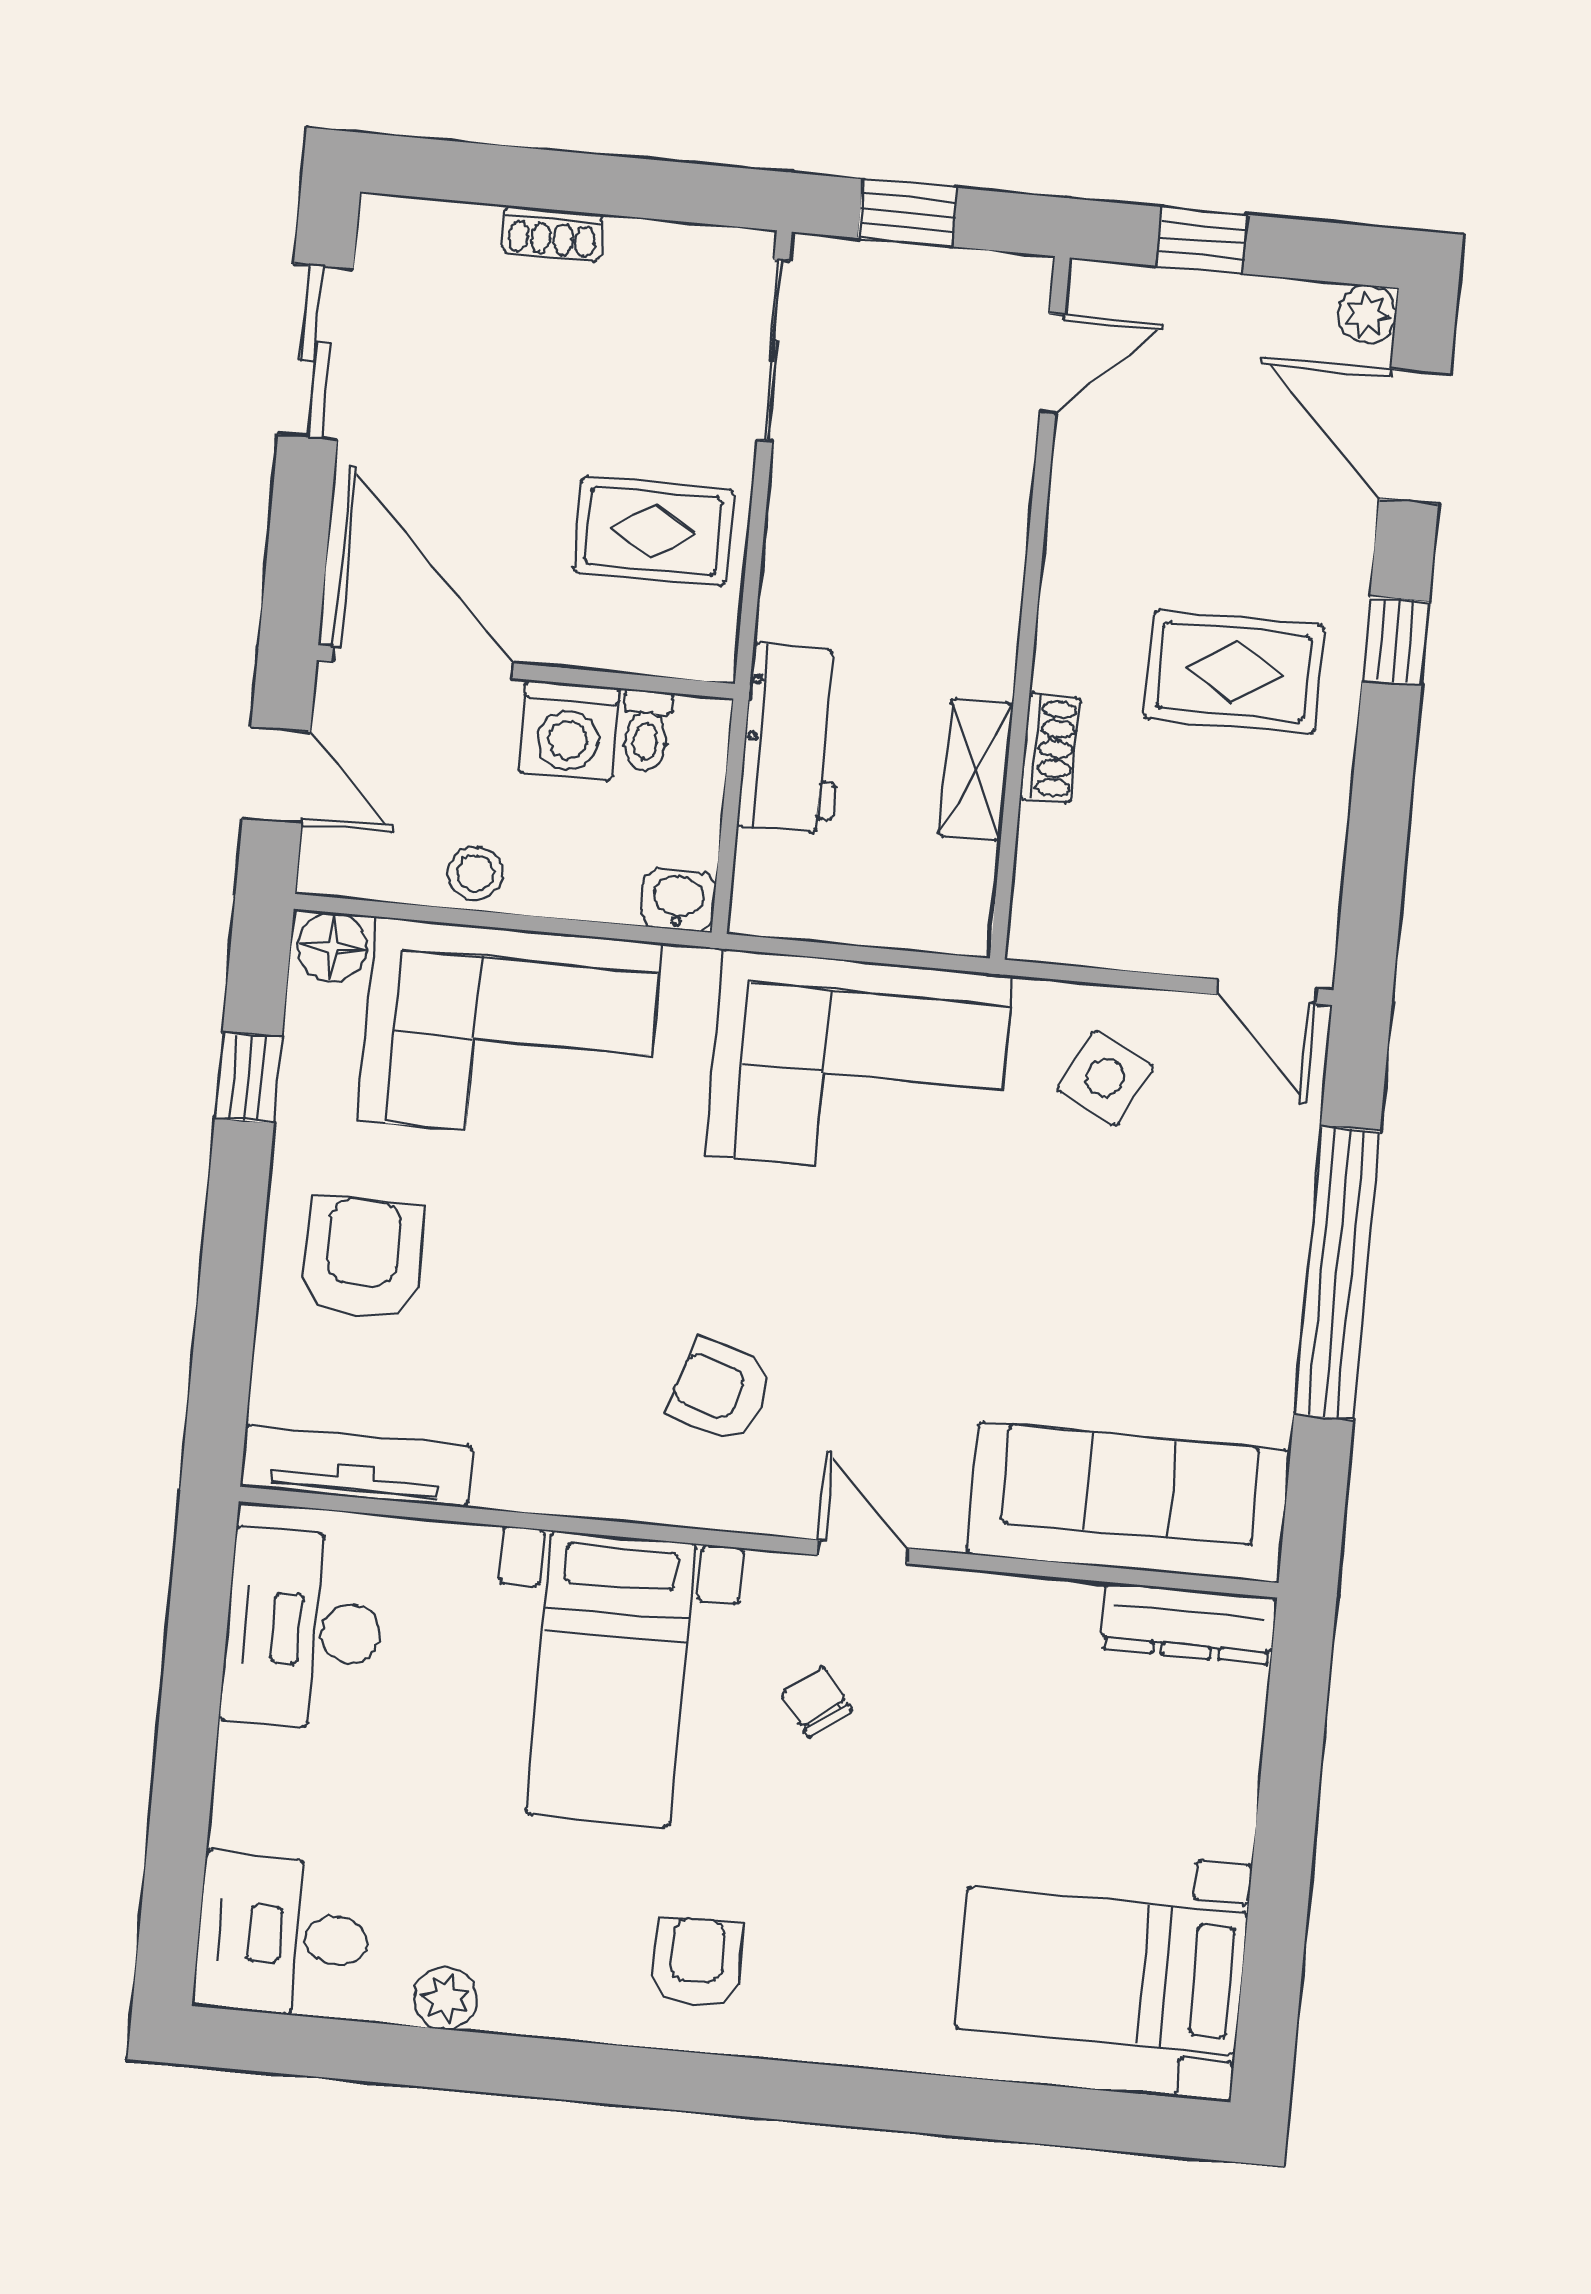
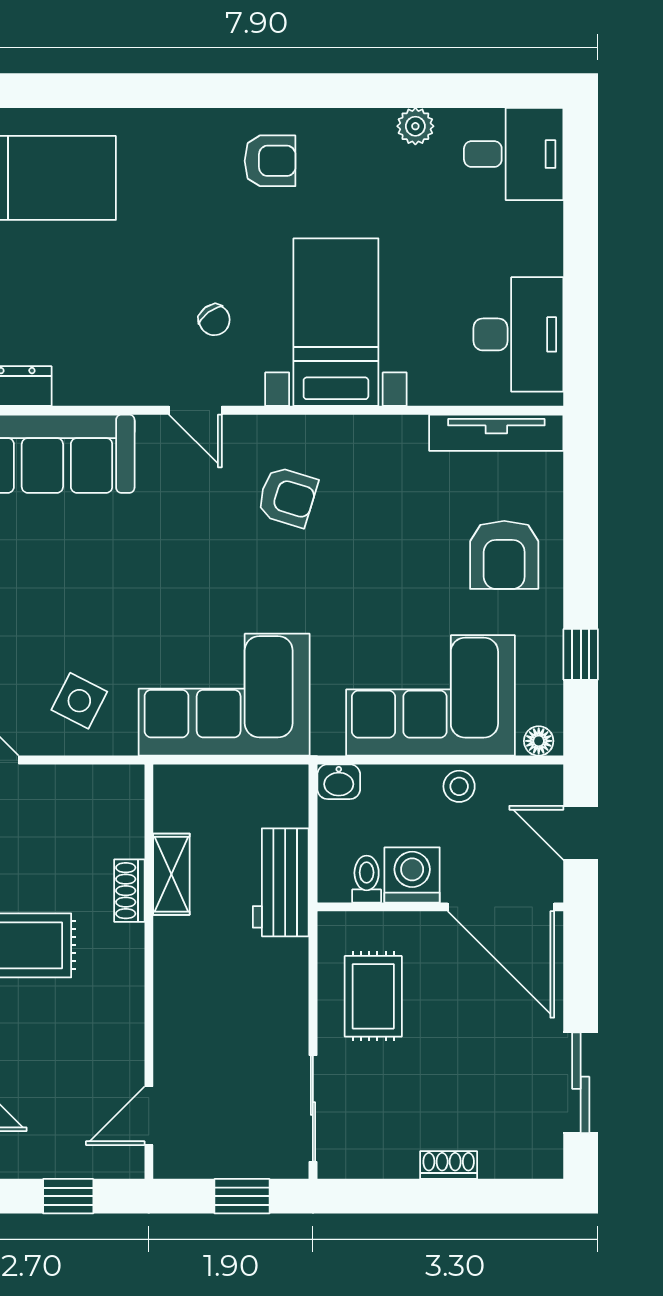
rug: (653, 531) -> (373, 996), turned 90
floor lamp: (332, 947) -> (539, 741), width x0.73, depth x0.73
armchair: (697, 1963) -> (270, 161), turned -90

